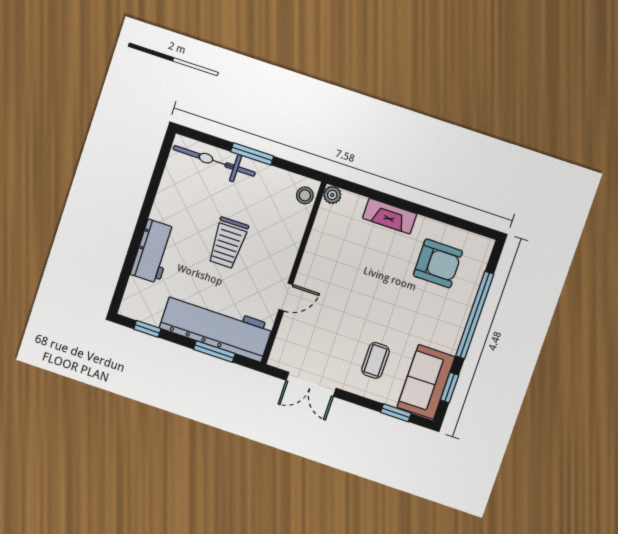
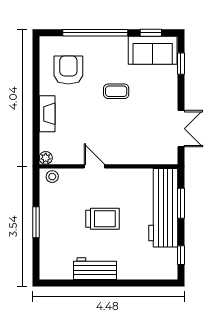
bicycle: (214, 161) -> (49, 247), removed
workbench: (153, 251) -> (95, 269), moved
door: (286, 297) -> (94, 166), moved
coffee table: (375, 360) -> (116, 91), moved

